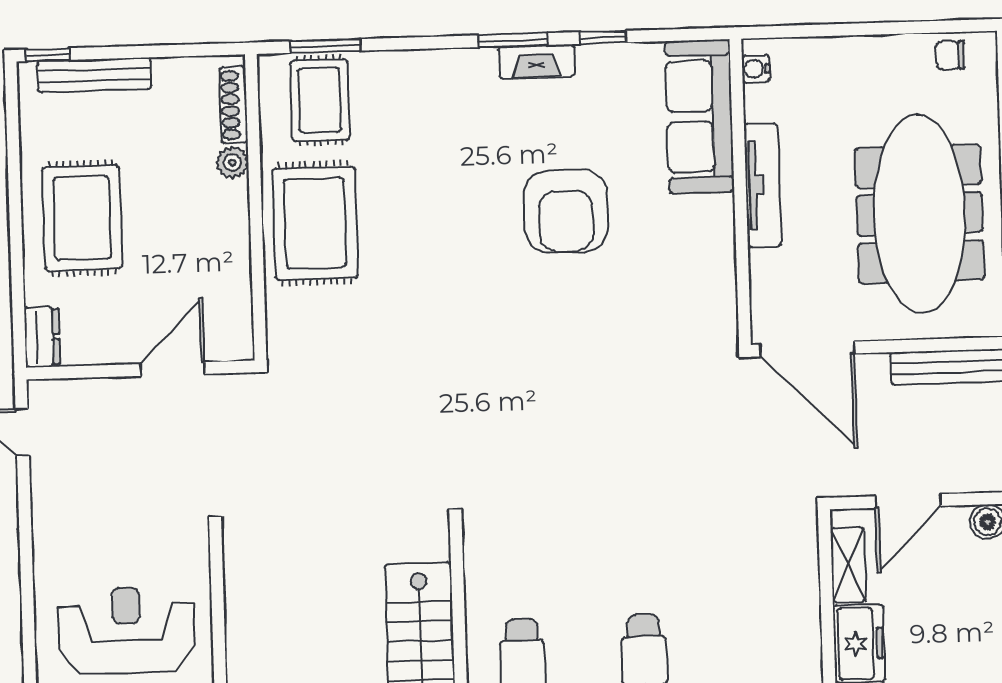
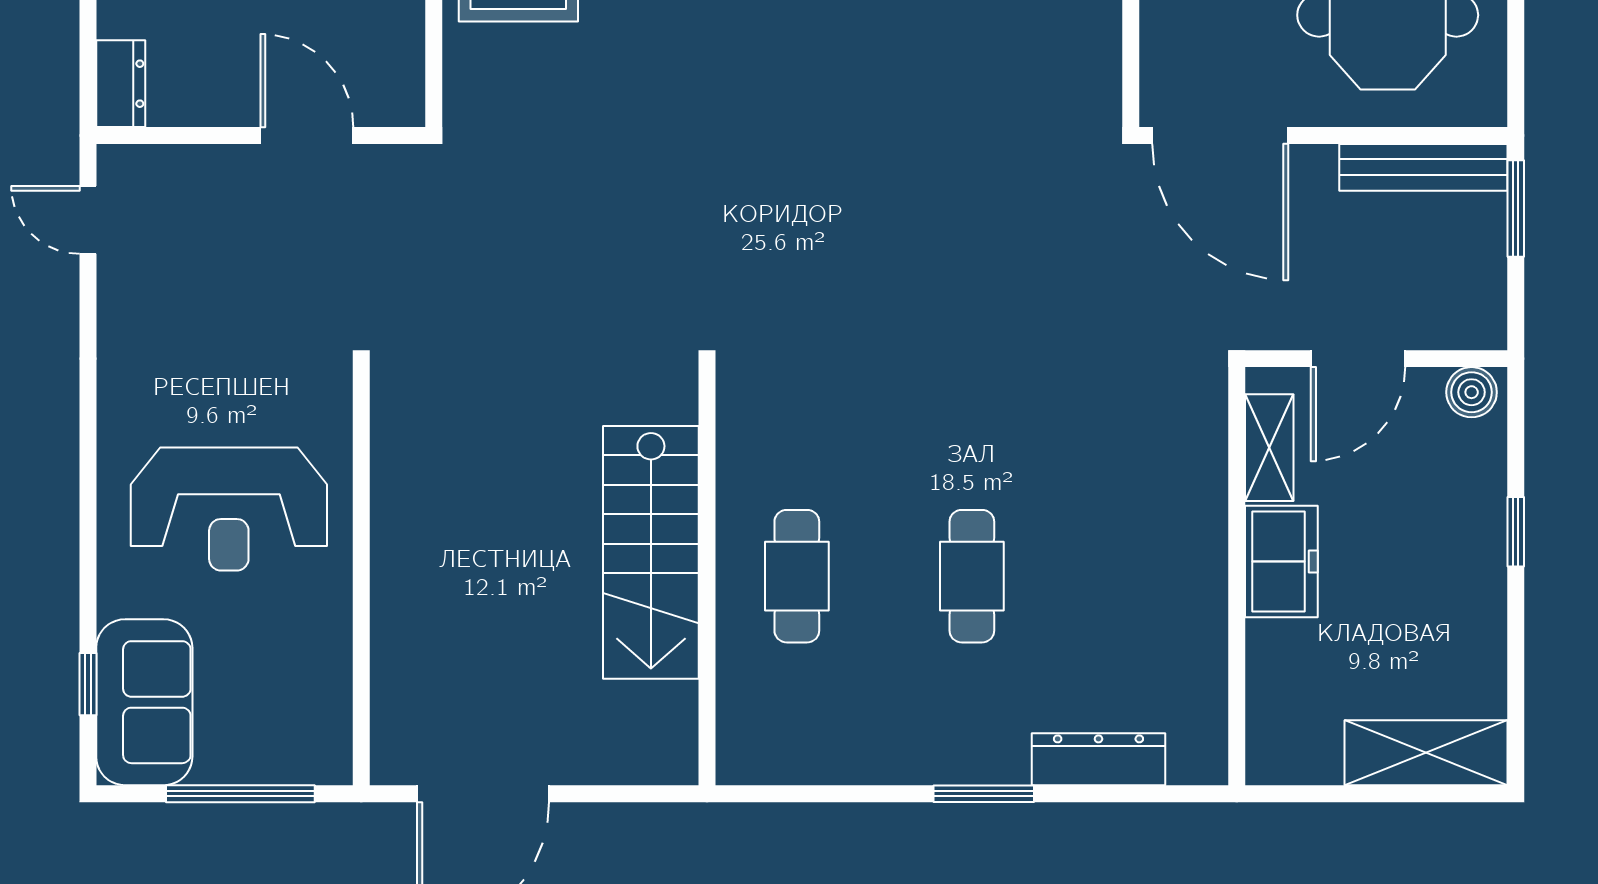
door: (173, 369) -> (307, 136), hinge flipped
reception desk: (126, 630) -> (229, 509), turned 180

